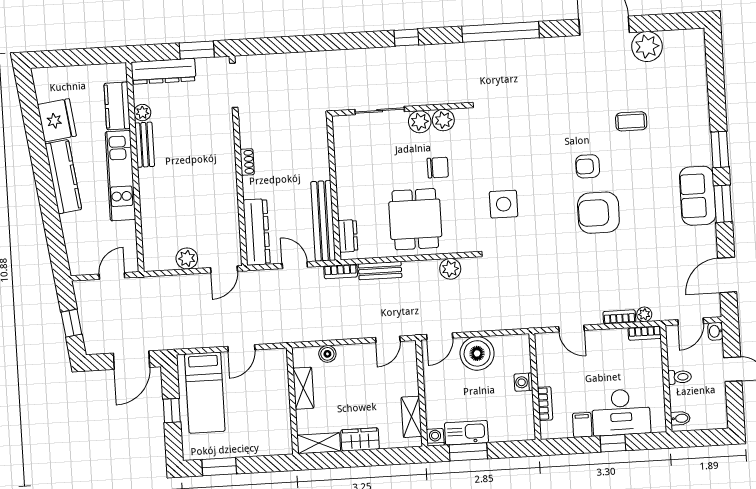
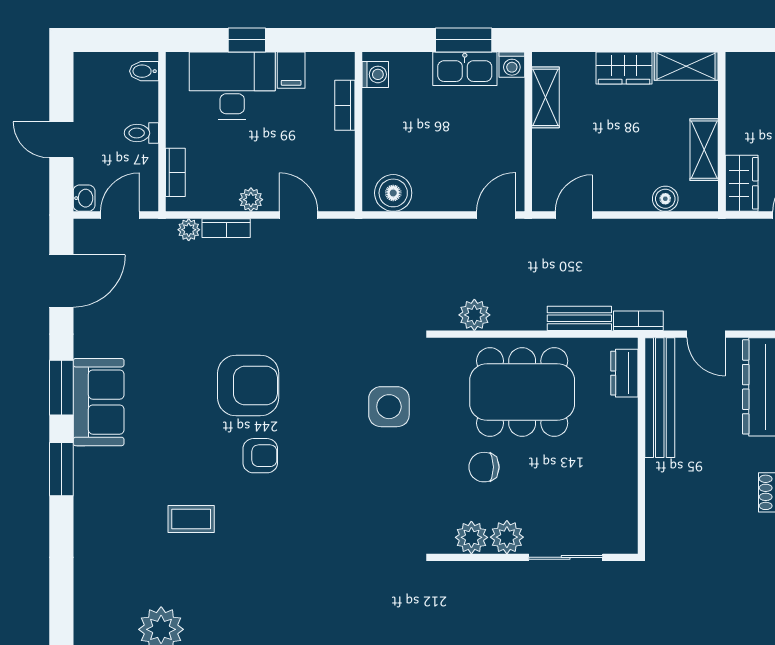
dining table: (415, 219) -> (522, 392), width x1.38
bookcase: (645, 333) -> (175, 172), moved, turned 90
plant: (604, 337) -> (251, 200), added
boiler: (477, 353) -> (393, 193), moved, width x0.73, depth x0.73
wardrobe: (277, 367) -> (742, 183), added
washing machine: (523, 382) -> (375, 74), moved

